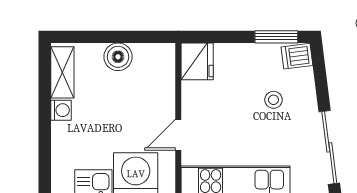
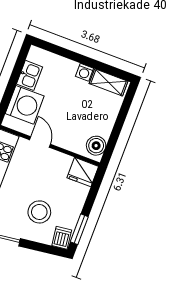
boiler: (118, 57) -> (96, 146), moved
stool: (273, 100) -> (39, 212), width x1.89, depth x1.89

